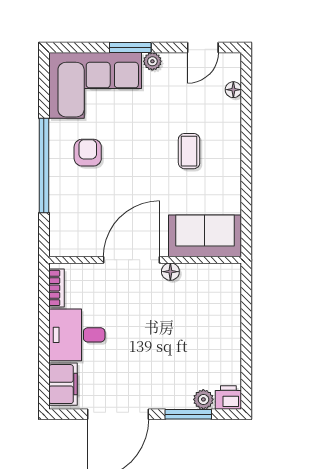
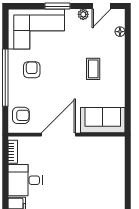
plant: (152, 61) -> (83, 14), moved
armchair: (70, 228) -> (21, 115), added
floor lamp: (170, 272) -> (82, 142), removed

